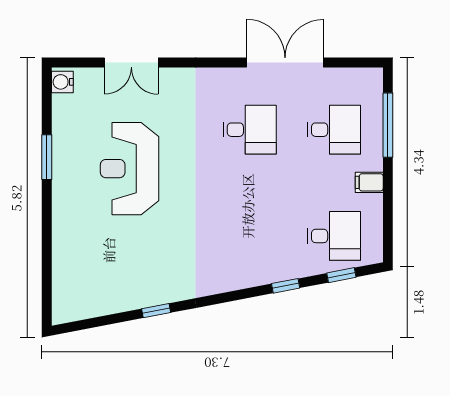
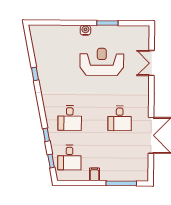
water cooler: (62, 82) -> (85, 30), moved
desk: (334, 130) -> (70, 118), moved

